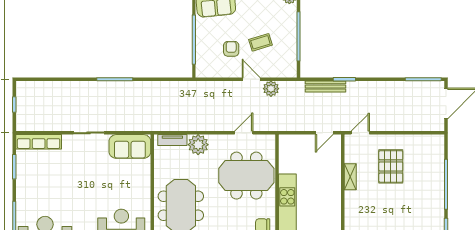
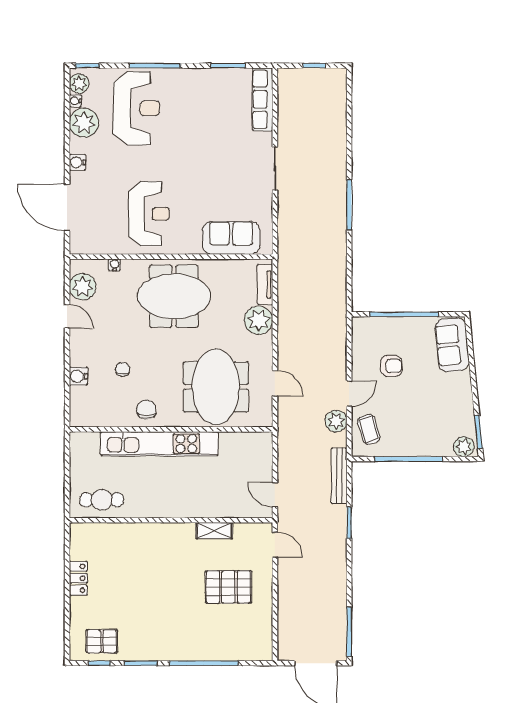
coffee table: (260, 42) -> (369, 429), moved
bench: (325, 86) -> (339, 476), moved
sofa: (130, 146) -> (231, 238), moved, turned 90

